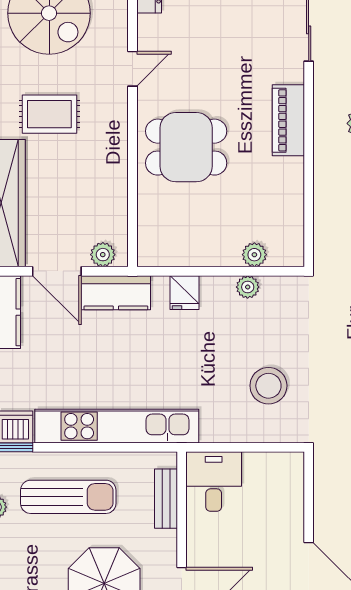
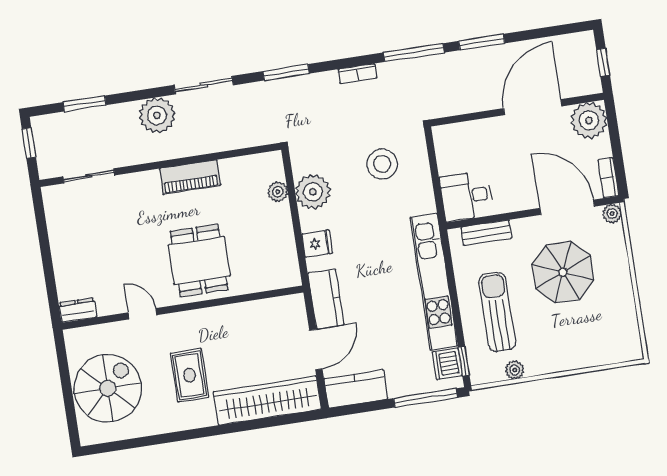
piano: (288, 120) -> (190, 177), moved
plant: (103, 255) -> (297, 314), removed
plant: (248, 287) -> (313, 192), width x1.88, depth x1.88

